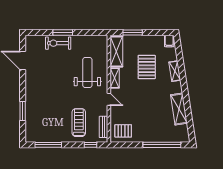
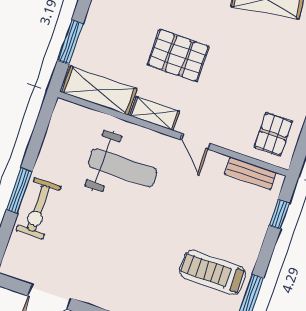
pallet: (147, 67) -> (178, 55), moved
weight bench: (87, 72) -> (123, 168), turned 180
door: (109, 99) -> (196, 142), swing flipped
treadmill: (79, 123) -> (213, 272), moved

